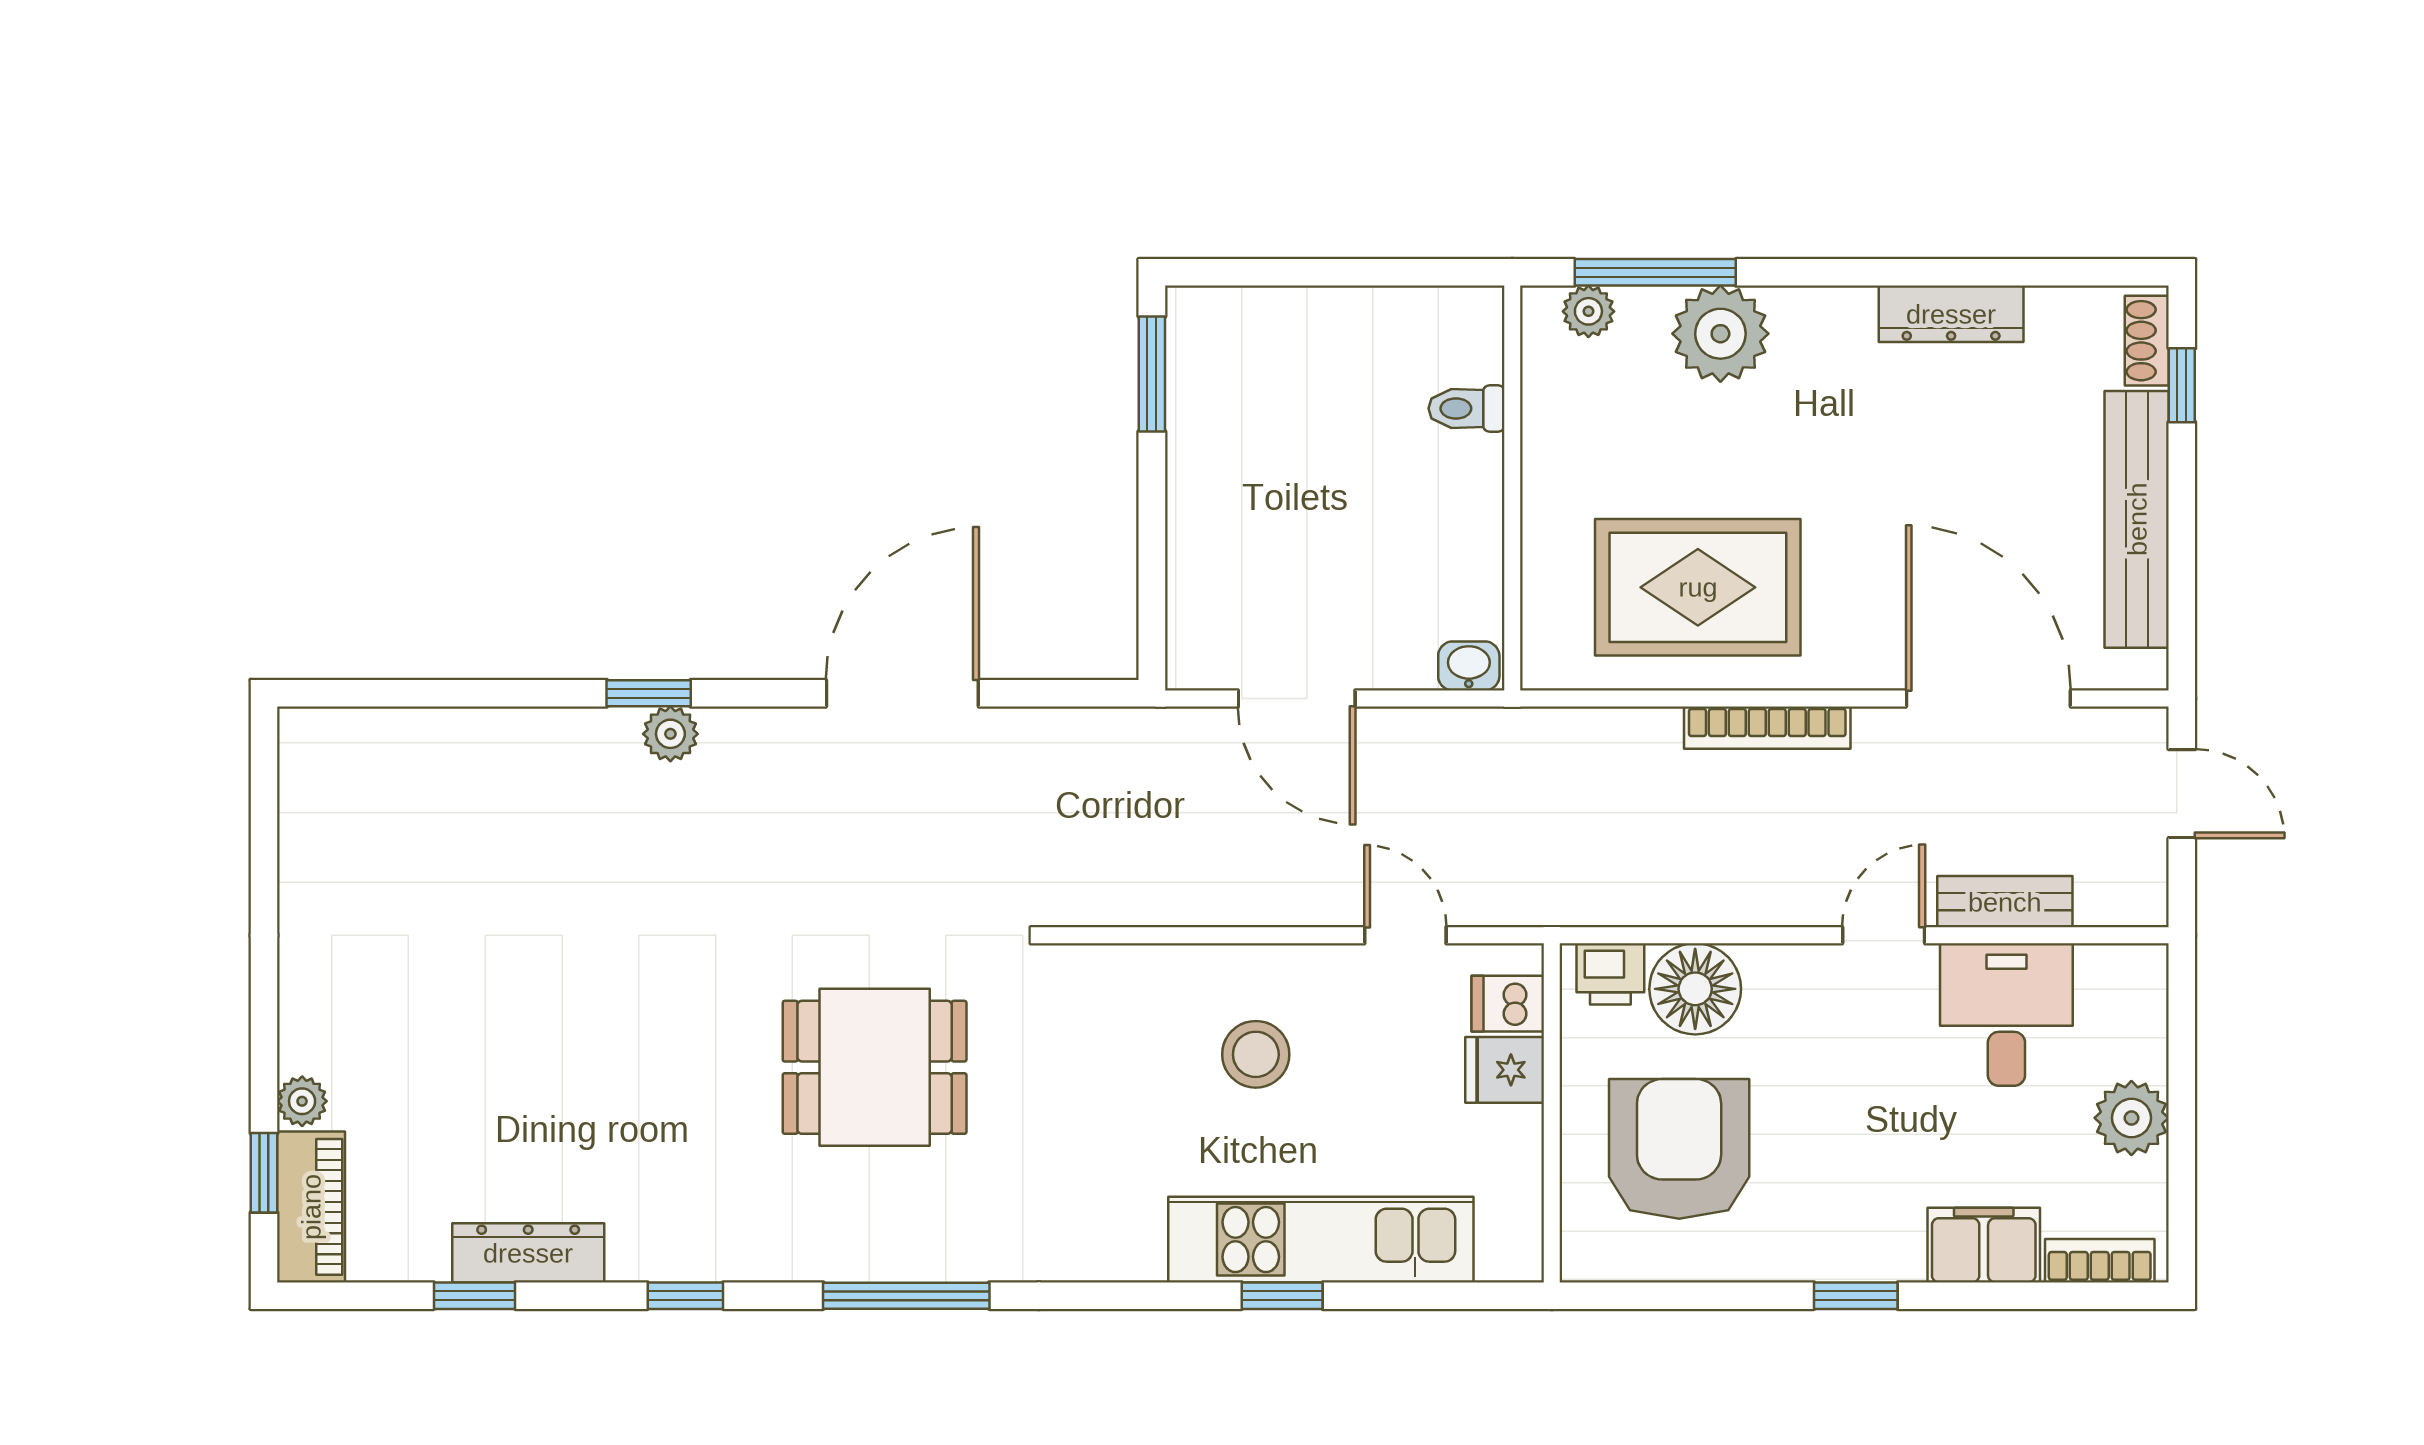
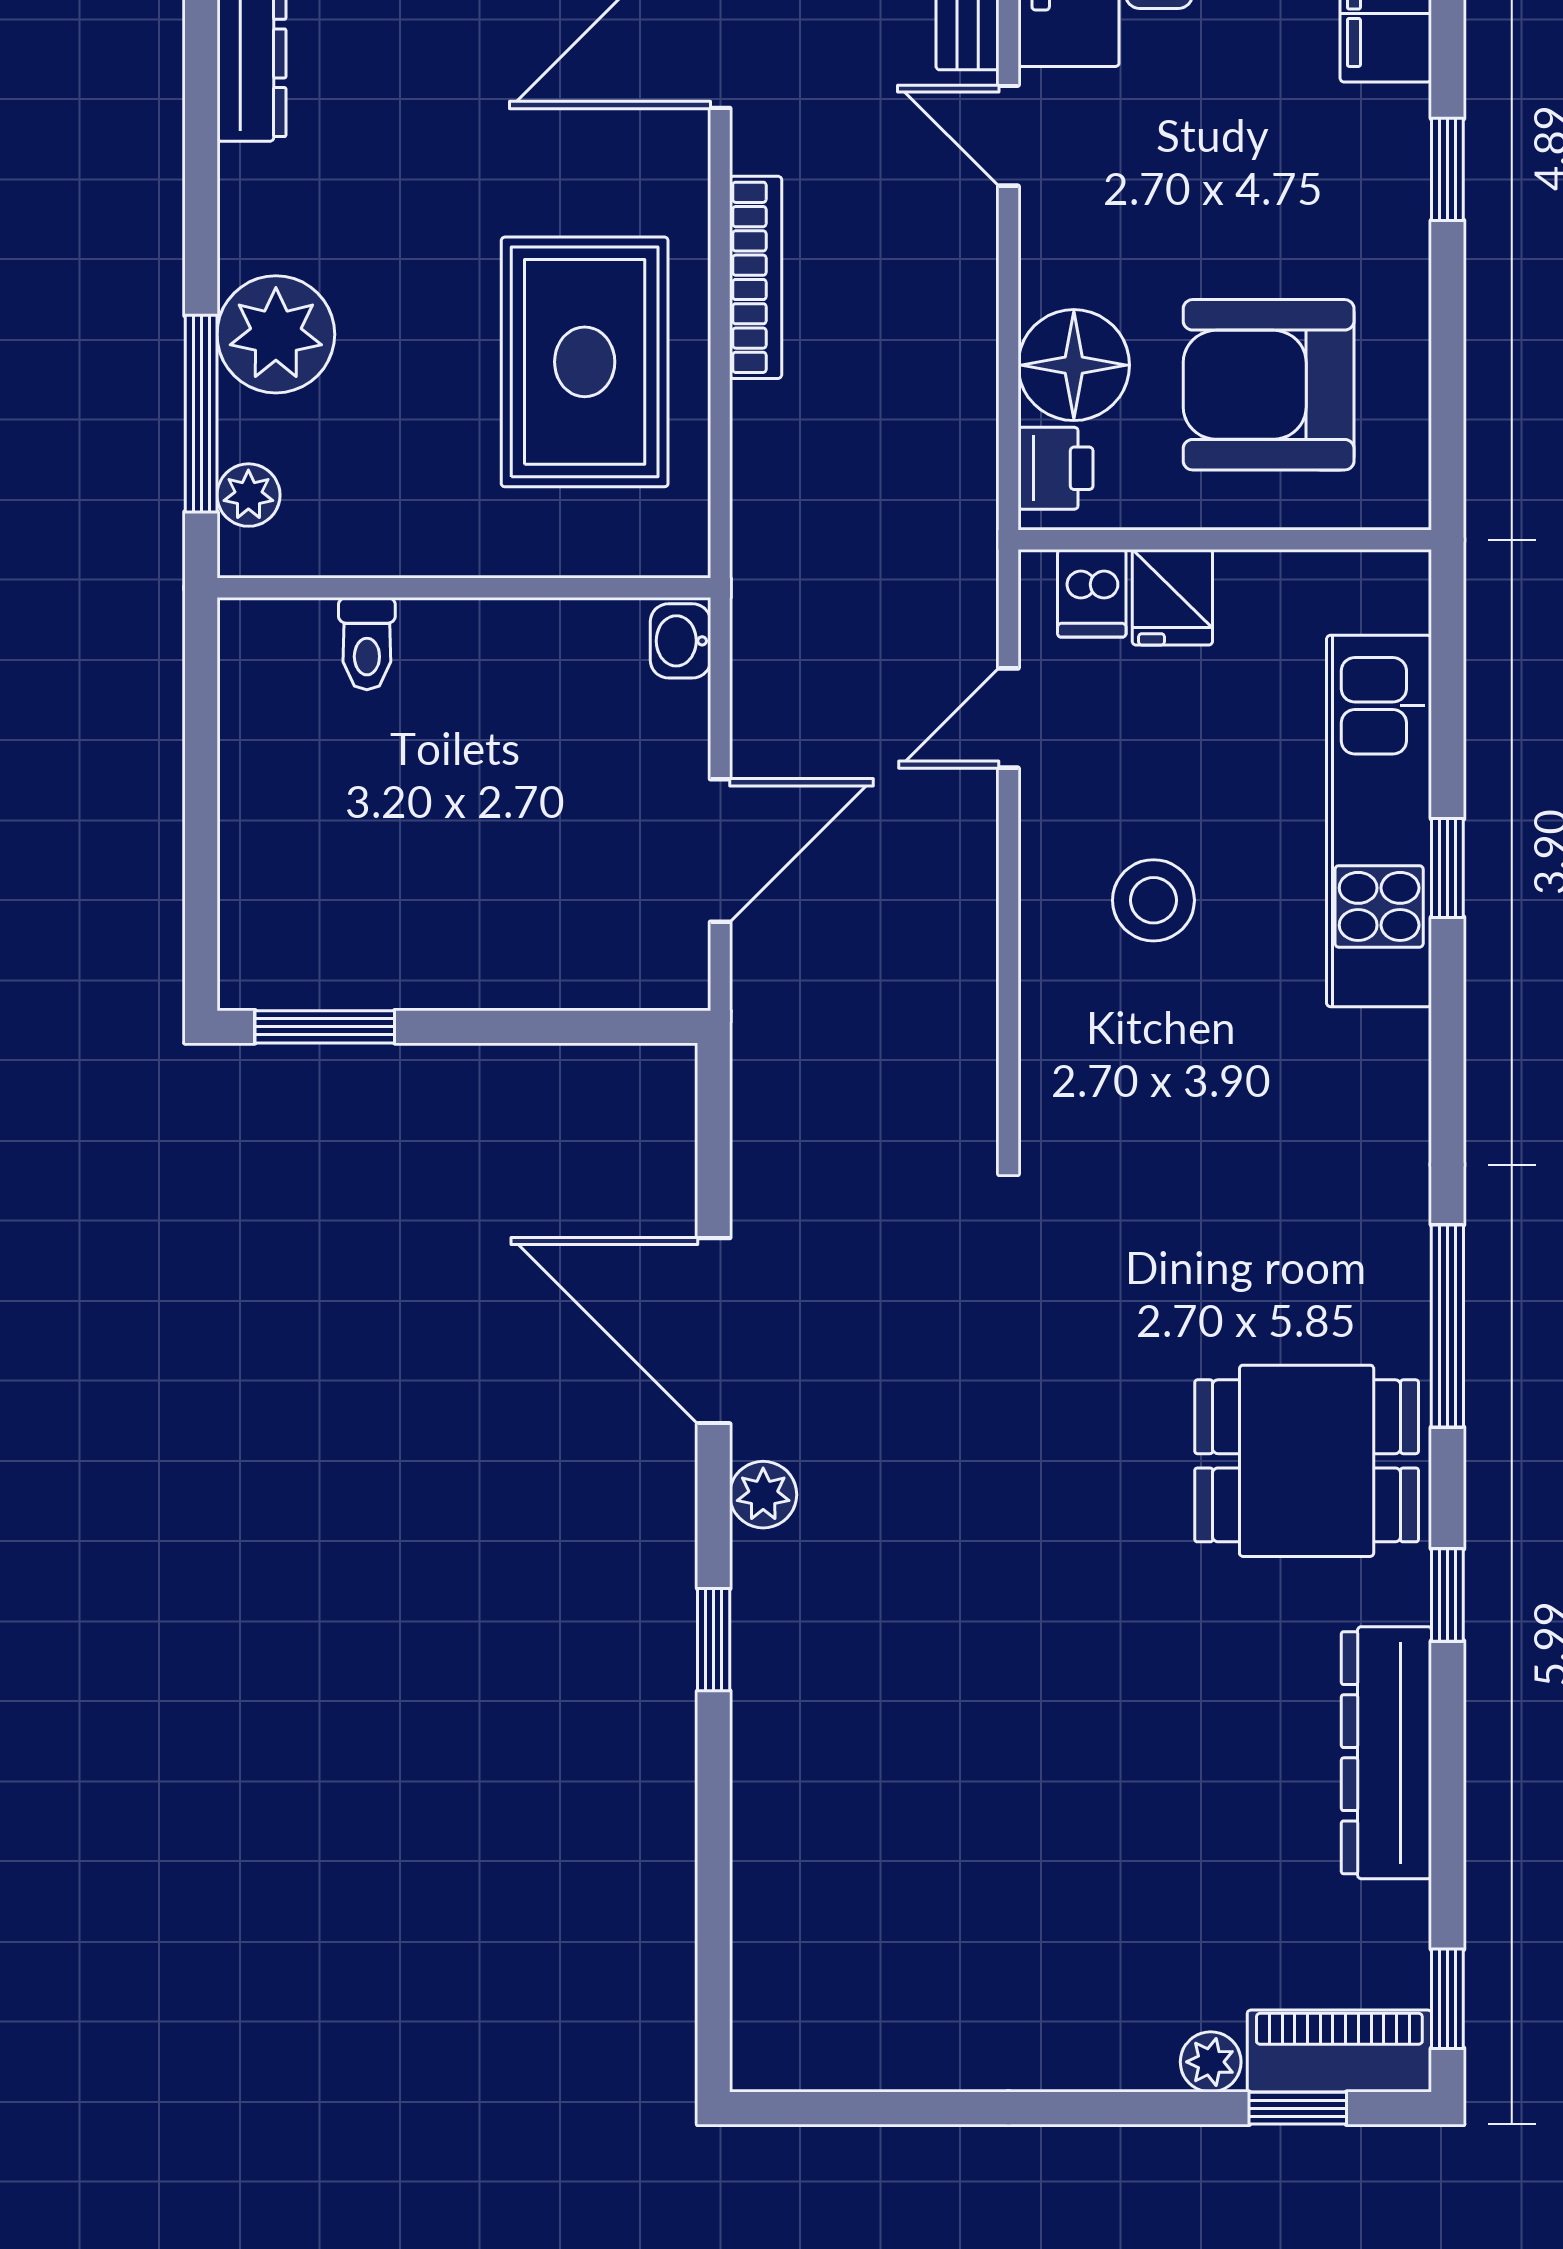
plant: (670, 734) -> (763, 1495), moved
dining table: (875, 1067) -> (1307, 1461), moved, turned 90
dresser: (528, 1253) -> (1386, 1753), width x1.37, depth x1.24
window: (475, 1296) -> (1447, 1999), moved

